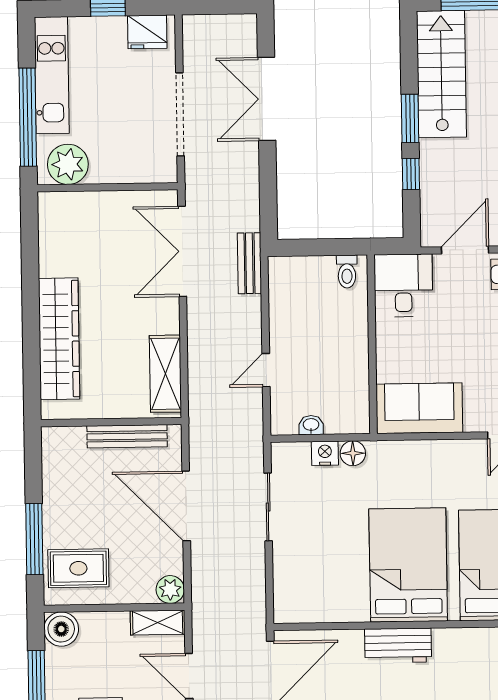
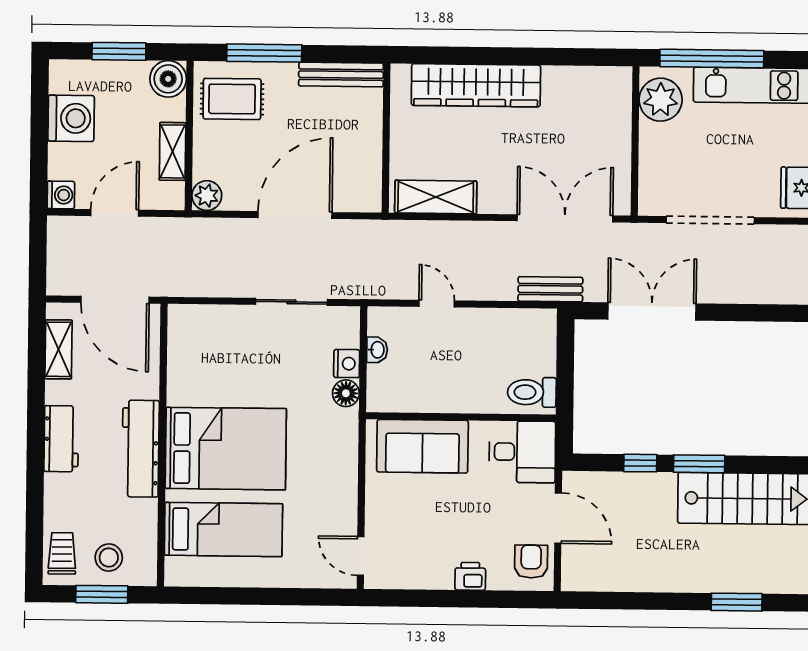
double door: (267, 99) -> (652, 311), moved
toilet: (347, 272) -> (532, 392), width x1.37, depth x1.39
sofa: (419, 408) -> (422, 446), moved, turned 90
bench: (127, 436) -> (341, 75), moved, turned 90
rug: (78, 568) -> (232, 99), turned 90
shelving: (158, 623) -> (173, 151), moved
workbench: (398, 645) -> (141, 449), width x1.38

